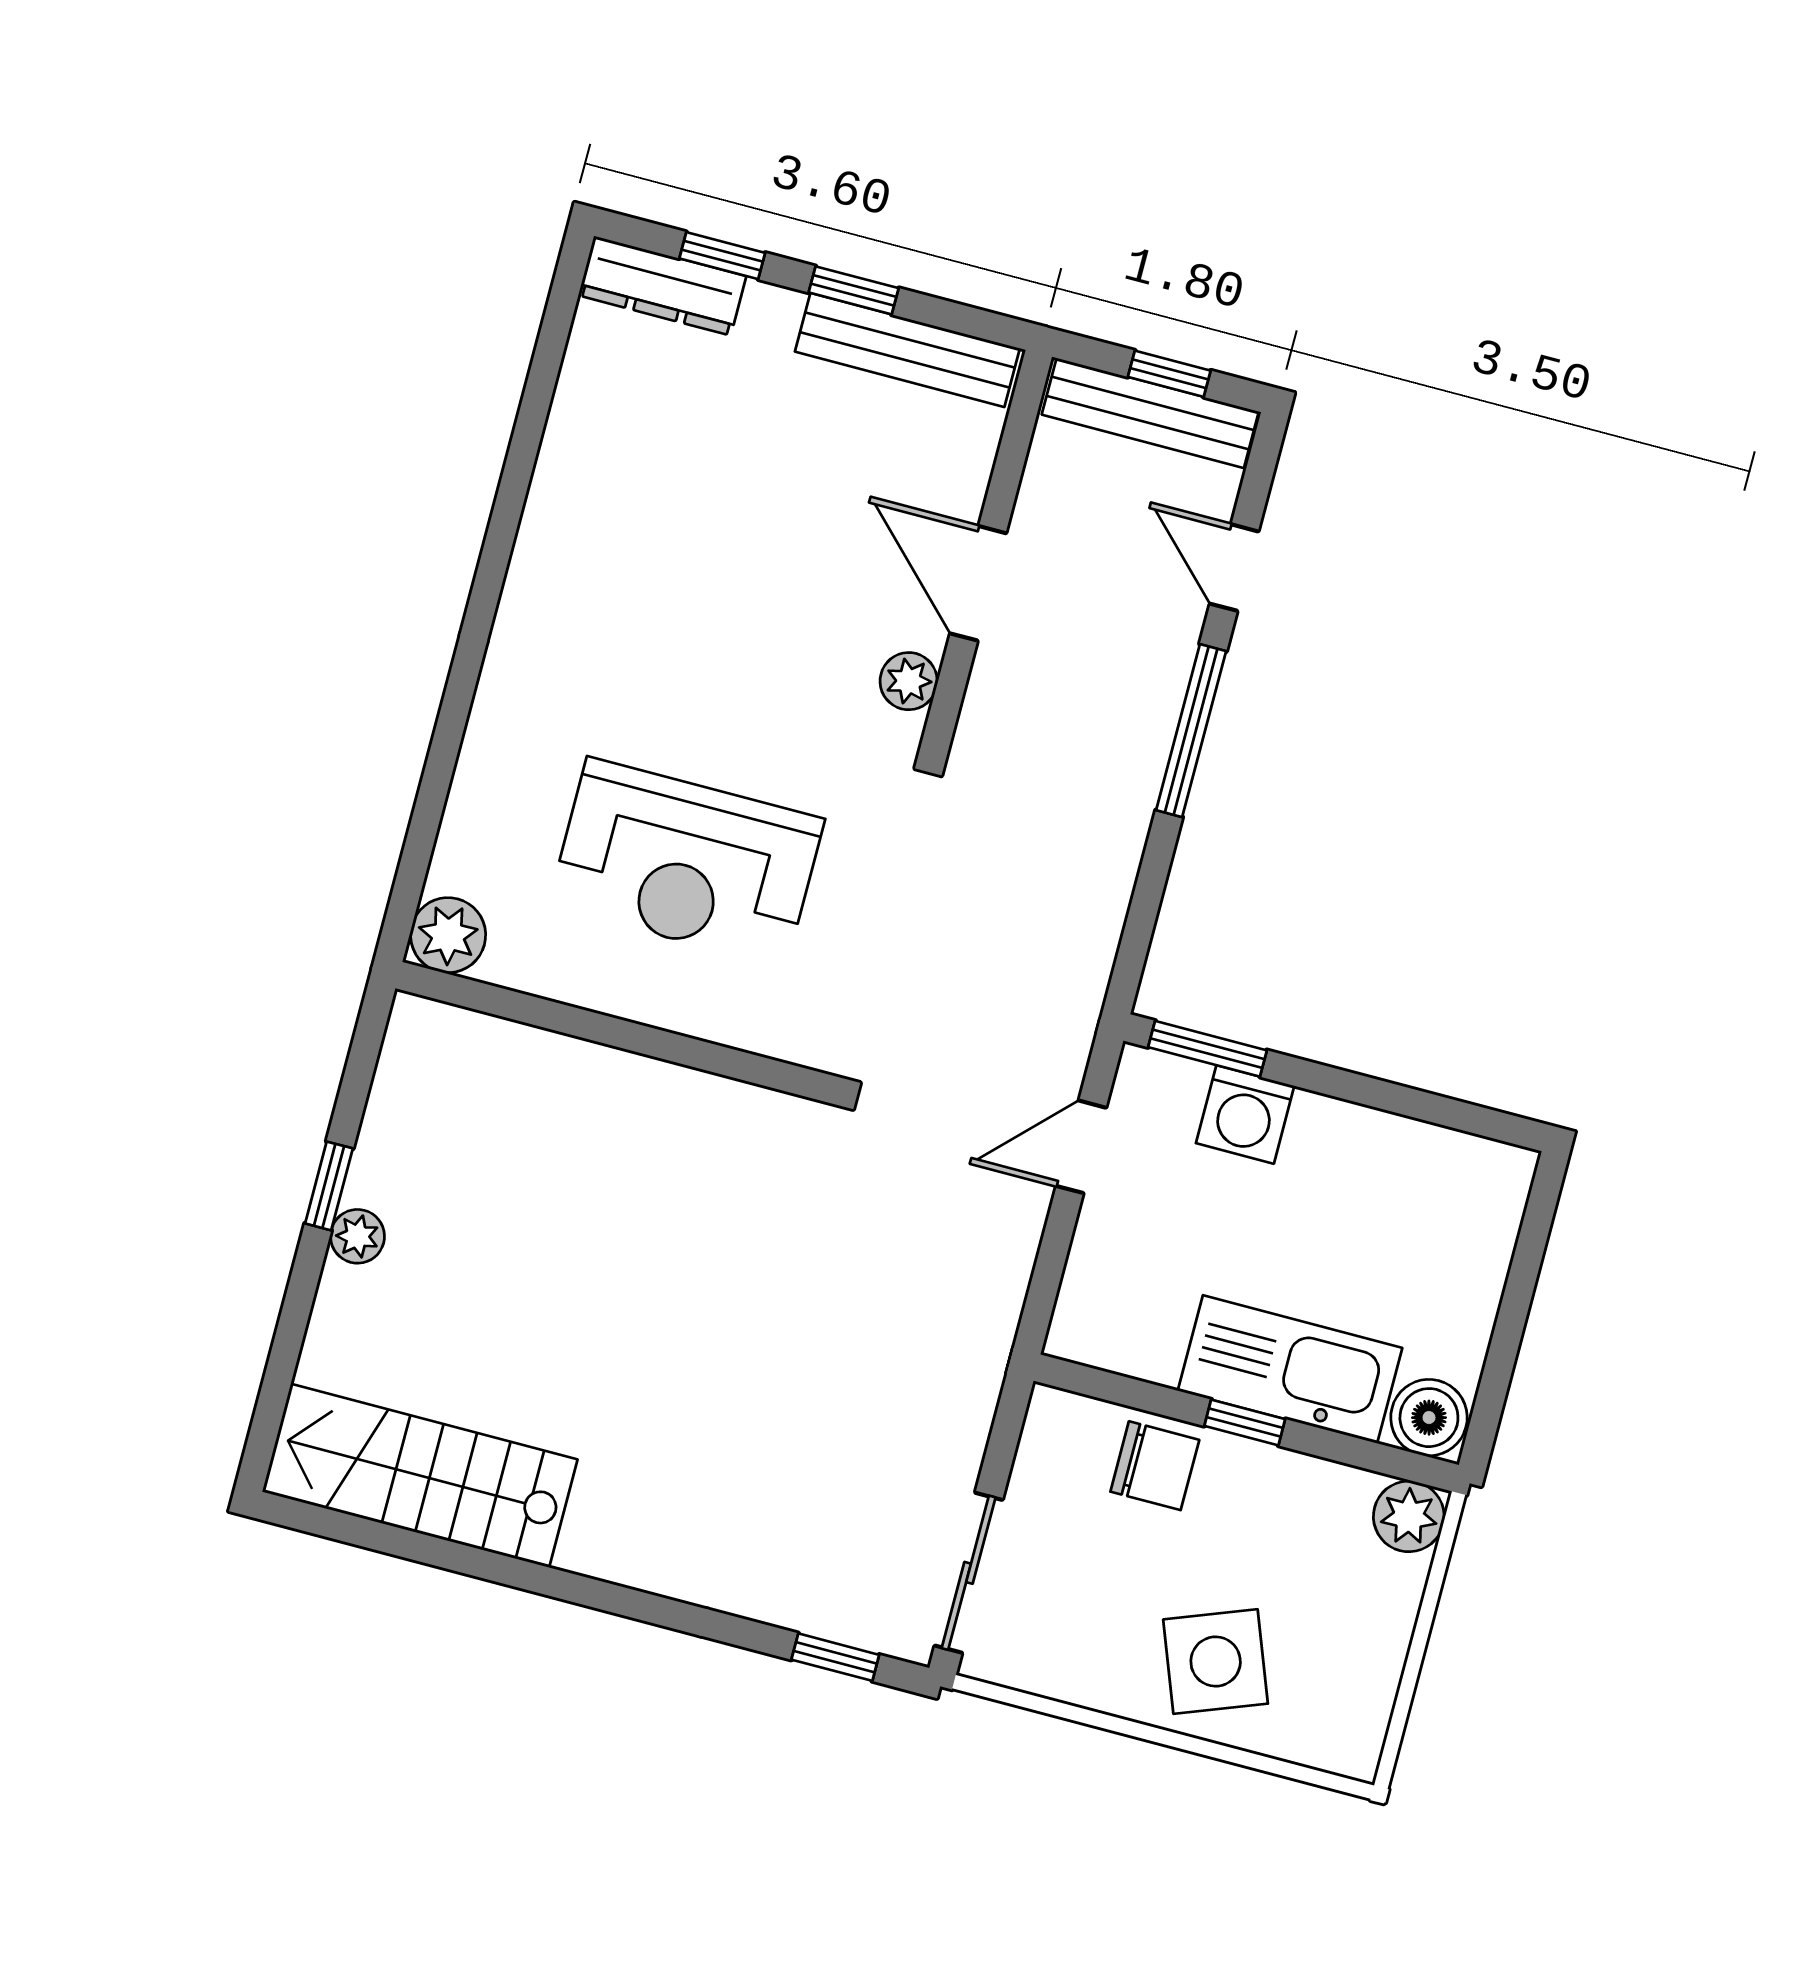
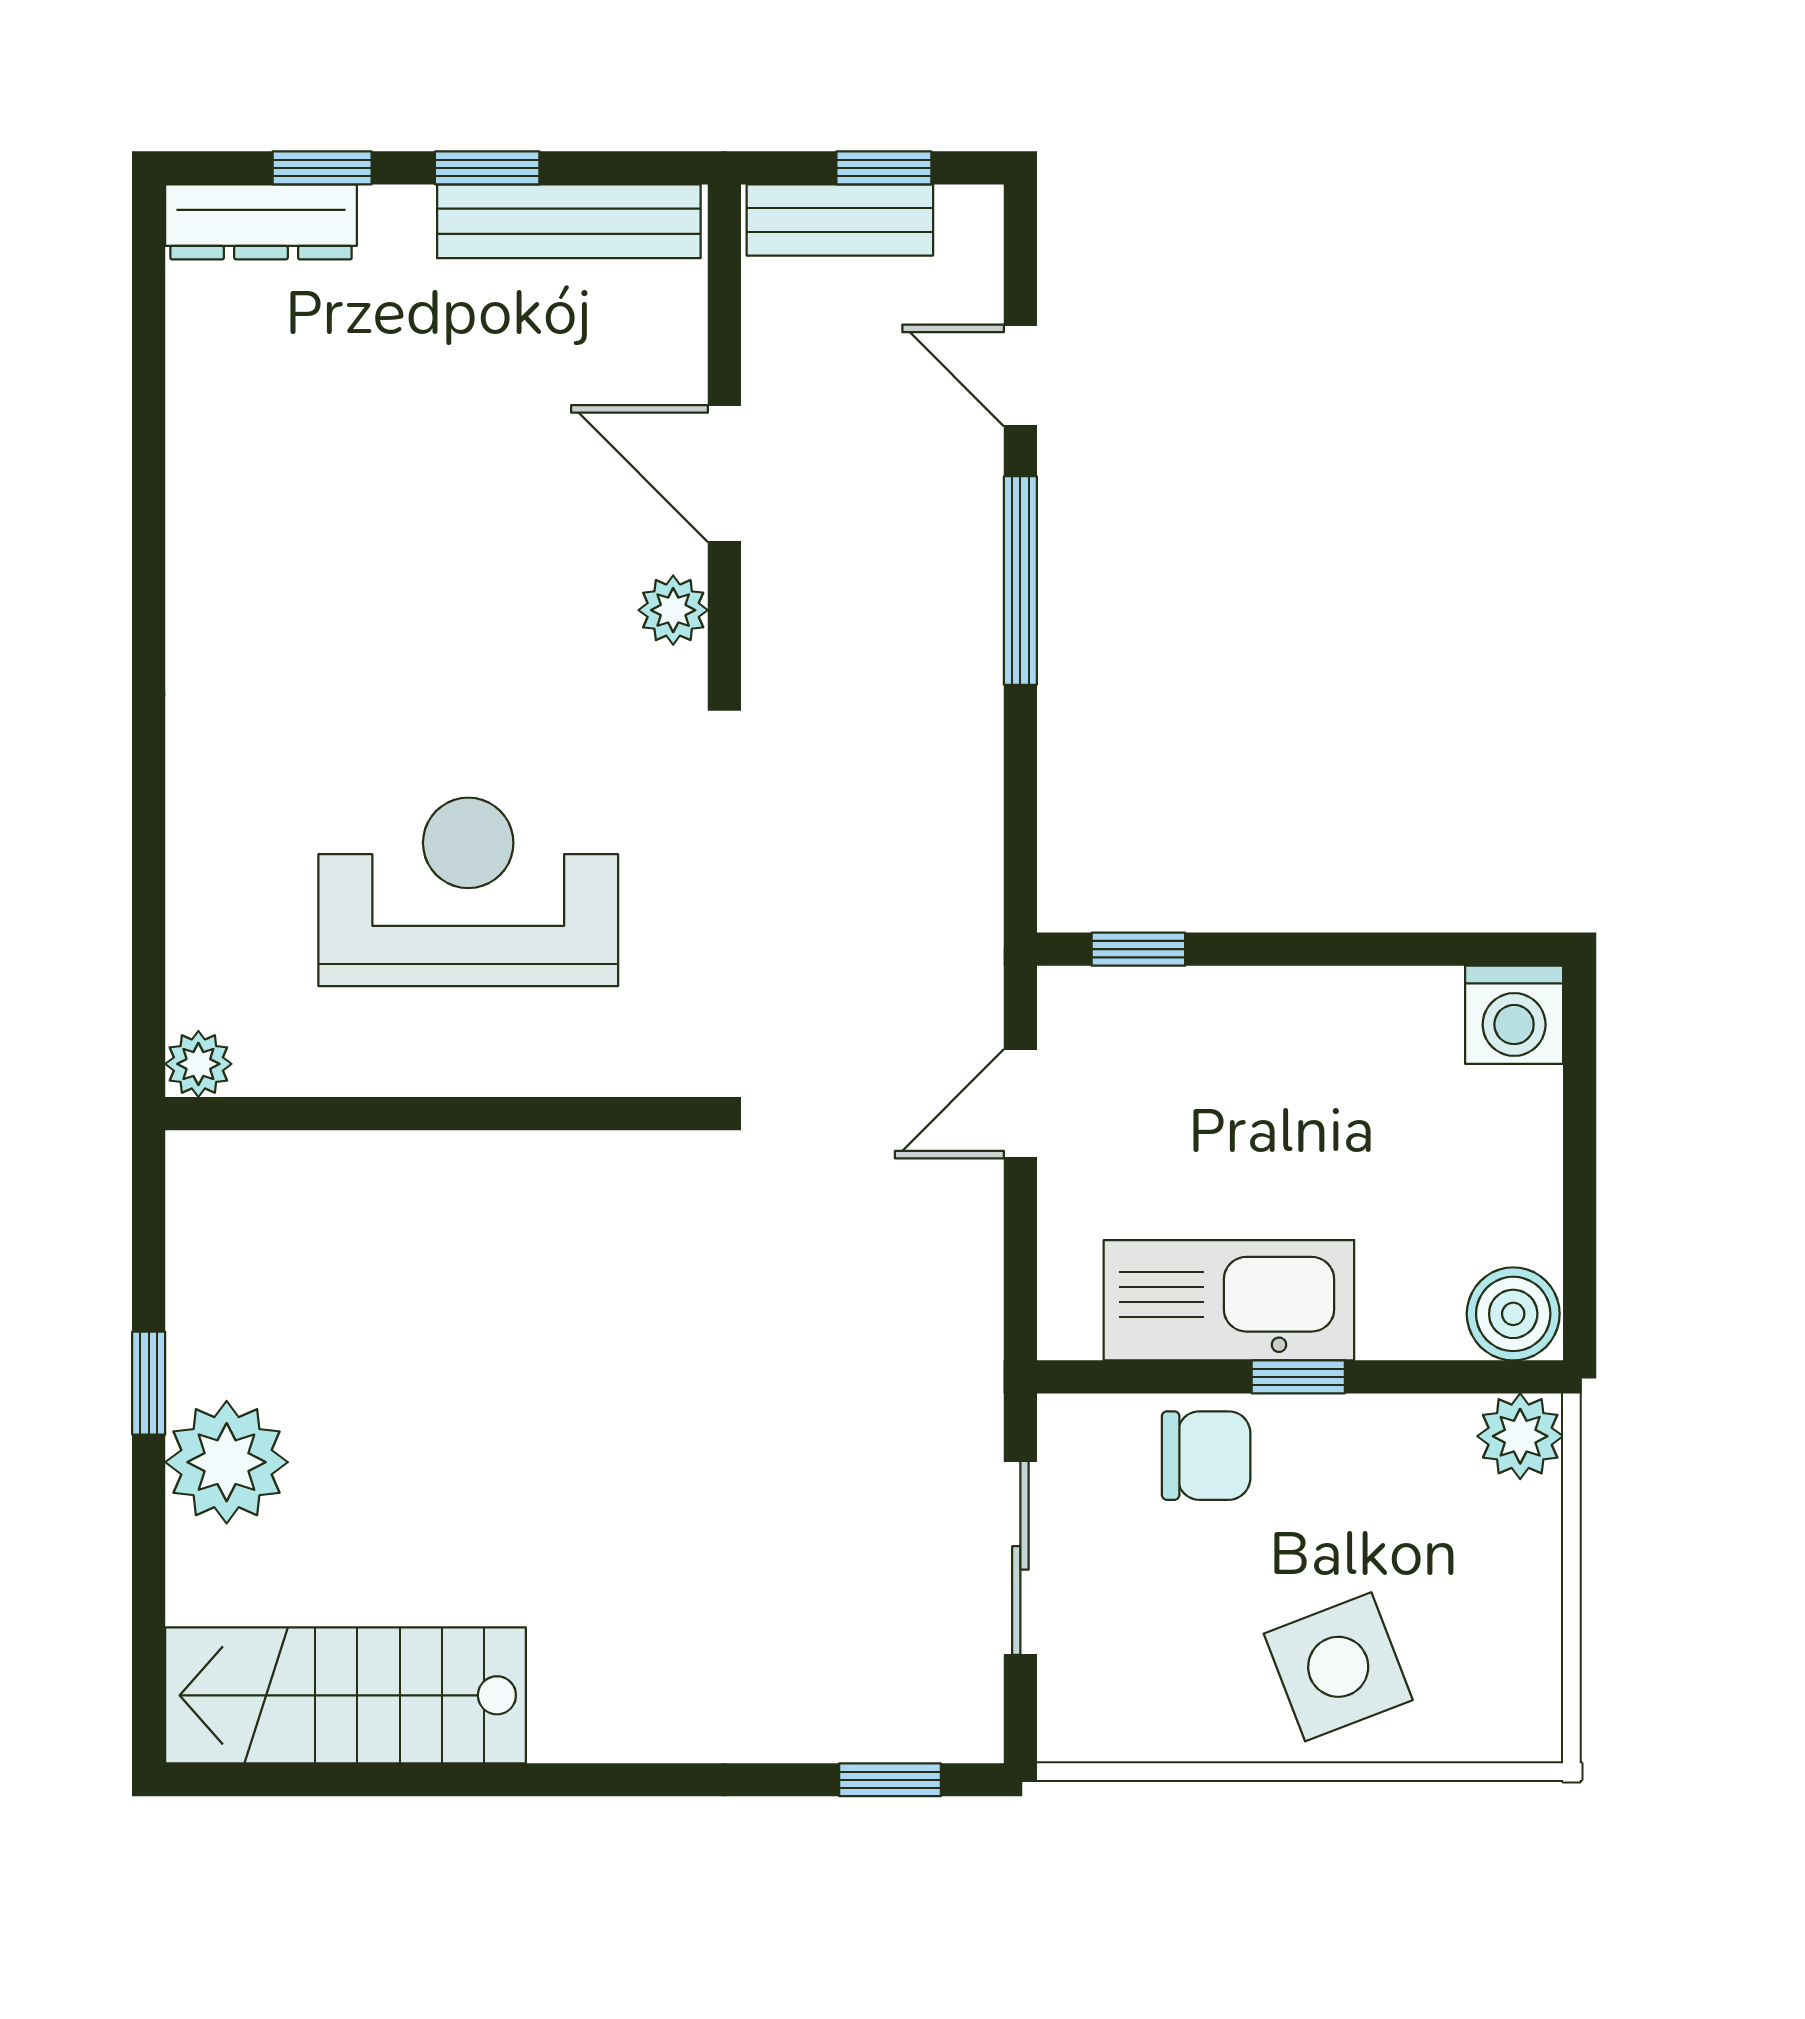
bench: (1150, 413) -> (840, 220), width x0.73
reception desk: (686, 862) -> (468, 892), turned 180
plant: (448, 935) -> (198, 1064), width x0.73, depth x0.73
window: (1208, 1049) -> (1138, 949), width x0.67
washing machine: (1245, 1114) -> (1514, 1015), moved
plant: (357, 1236) -> (227, 1462), width x1.87, depth x1.87
kitchen sink: (1290, 1369) -> (1229, 1300), moved
sliding door: (969, 1573) -> (1020, 1558), moved

